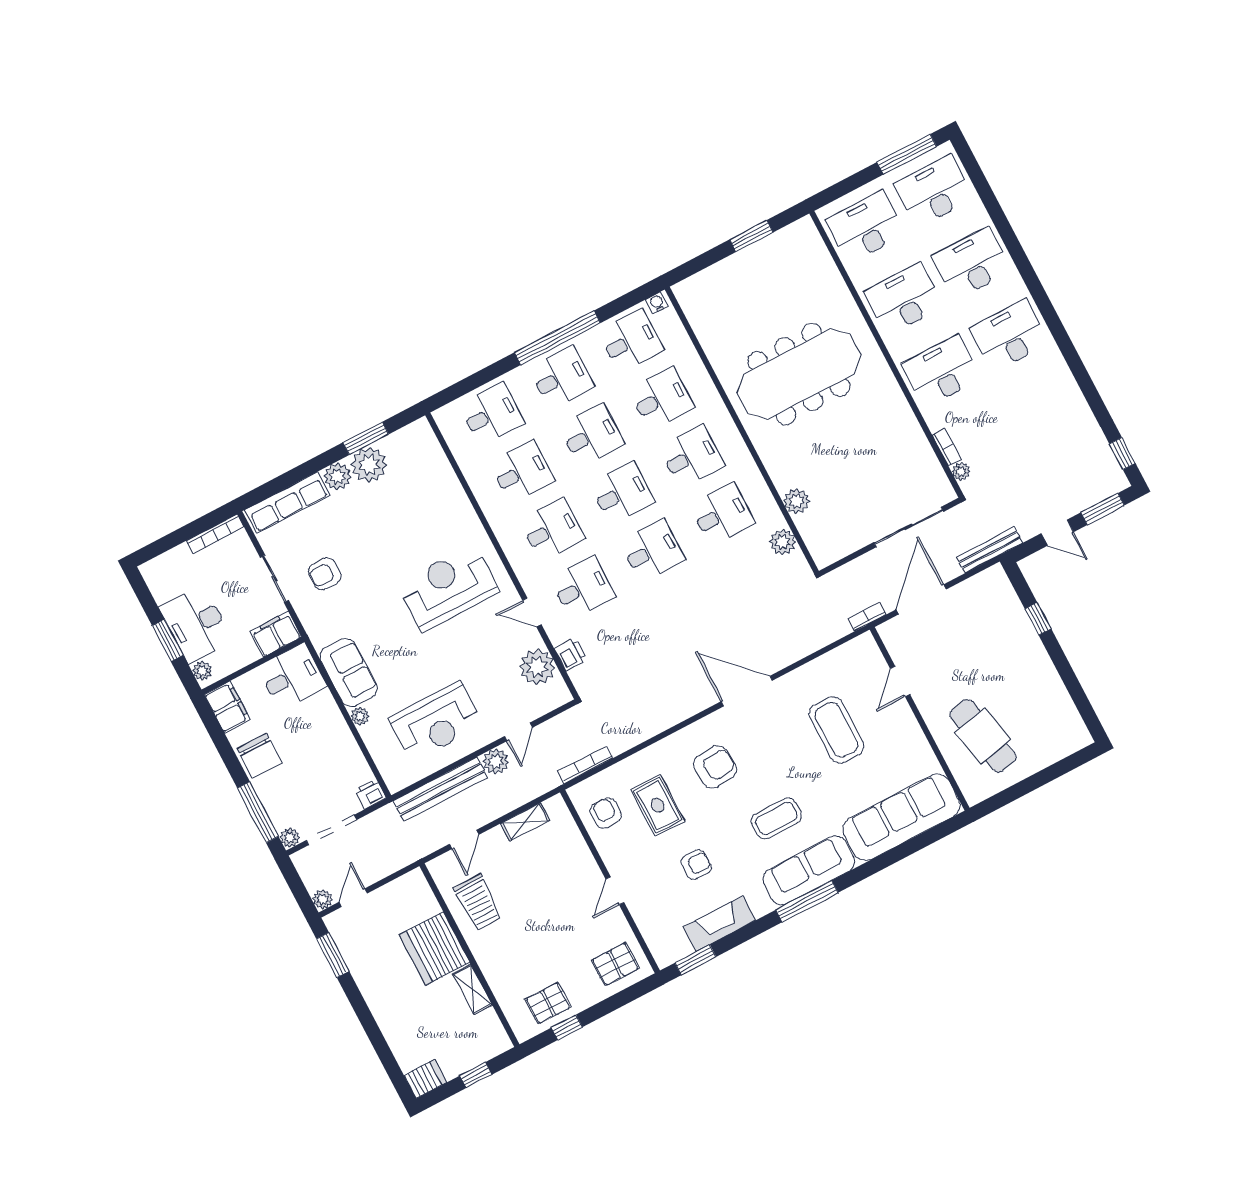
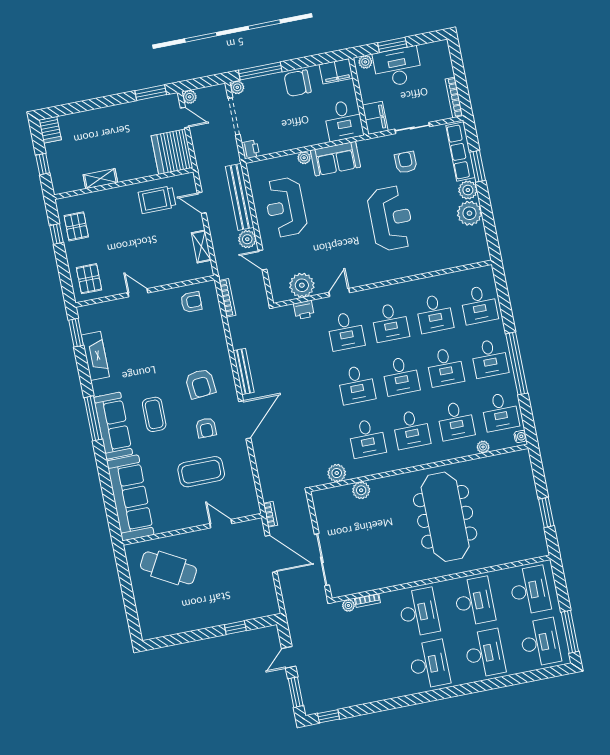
plant: (687, 350) -> (483, 447), added
window: (366, 438) -> (478, 166), moved
bench: (990, 550) -> (244, 371), moved
reception desk: (448, 588) -> (391, 218), moved
cafe table: (983, 736) -> (168, 568), turned 41
rug: (658, 805) -> (186, 338), removed
armchair: (696, 865) -> (206, 428), moved
server rack: (435, 948) -> (172, 152), moved, turned -90

